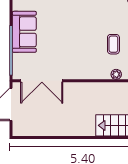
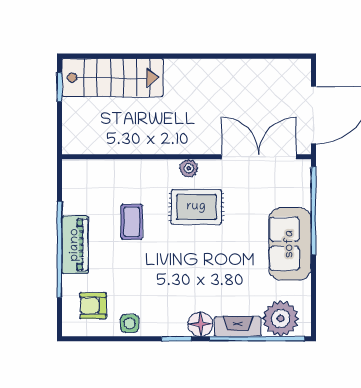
rug: (77, 52) -> (196, 207), added
plant: (116, 74) -> (189, 168), moved

